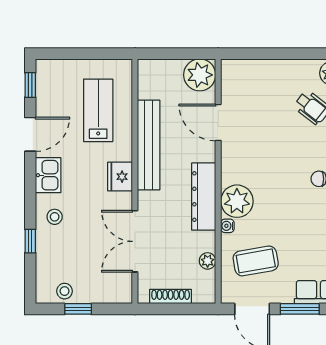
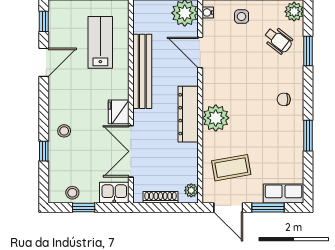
side table: (268, 79) -> (242, 17), added
kitchen sink: (48, 175) -> (114, 193), moved, turned -90
fridge: (120, 177) -> (119, 112), moved
water cooler: (227, 226) -> (208, 12), moved
plant: (208, 261) -> (191, 190), moved

